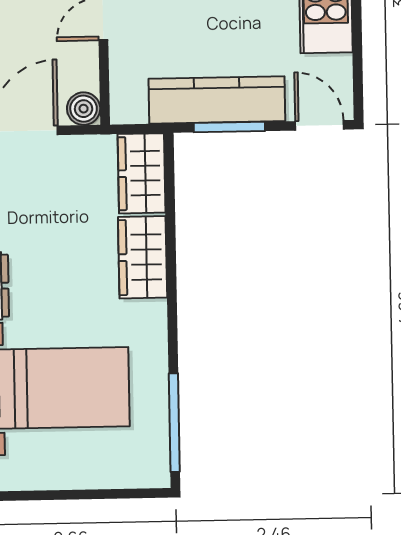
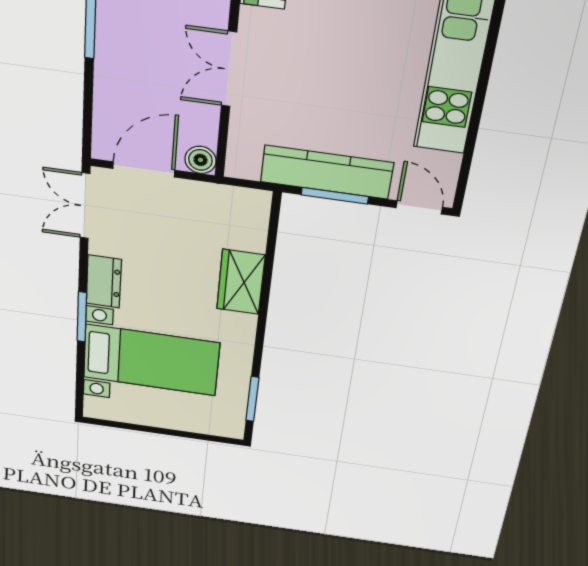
wardrobe: (142, 173) -> (248, 219), removed
window: (174, 423) -> (252, 399), width x0.69

